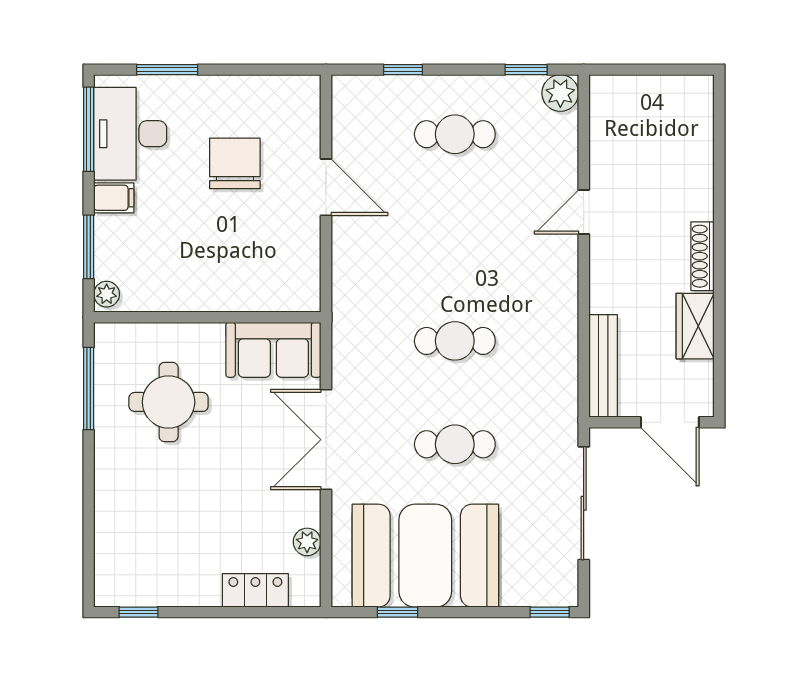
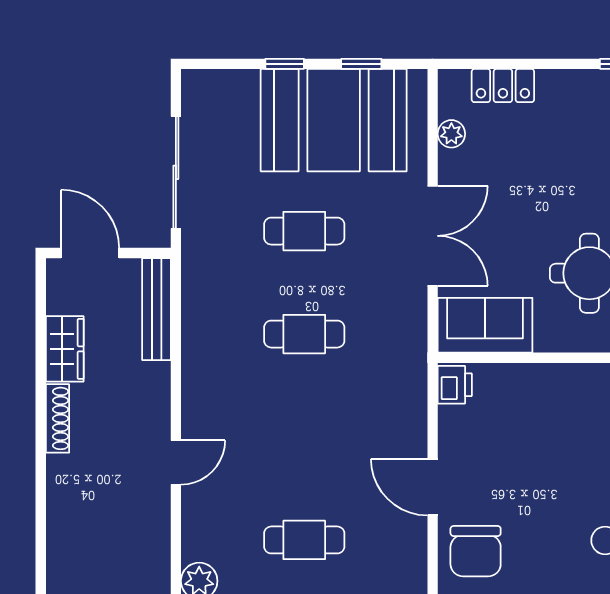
chair: (235, 163) -> (476, 551), moved
printer: (304, 290) -> (455, 385), added
window: (550, 612) -> (285, 64), moved

